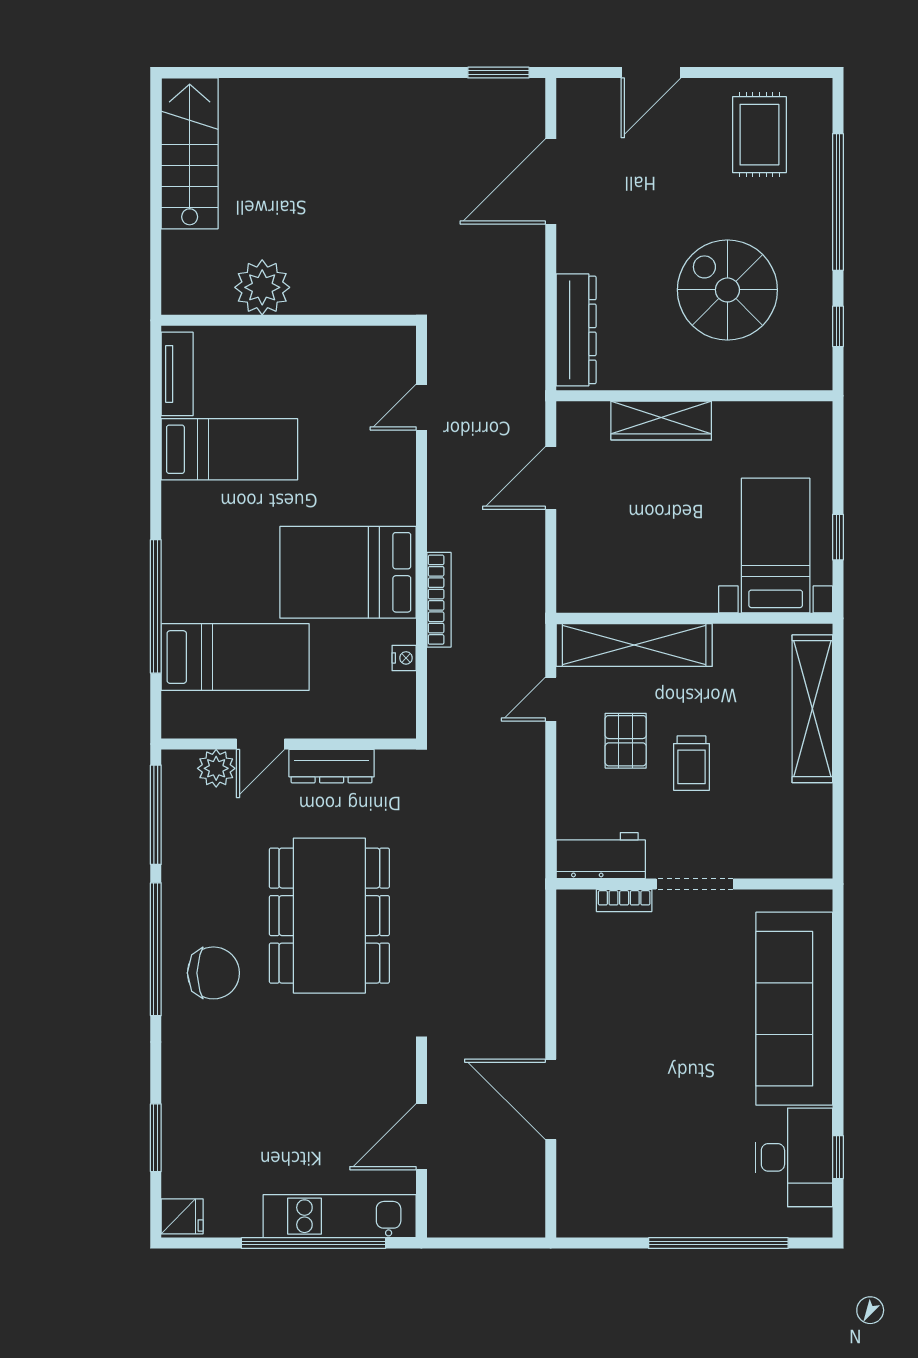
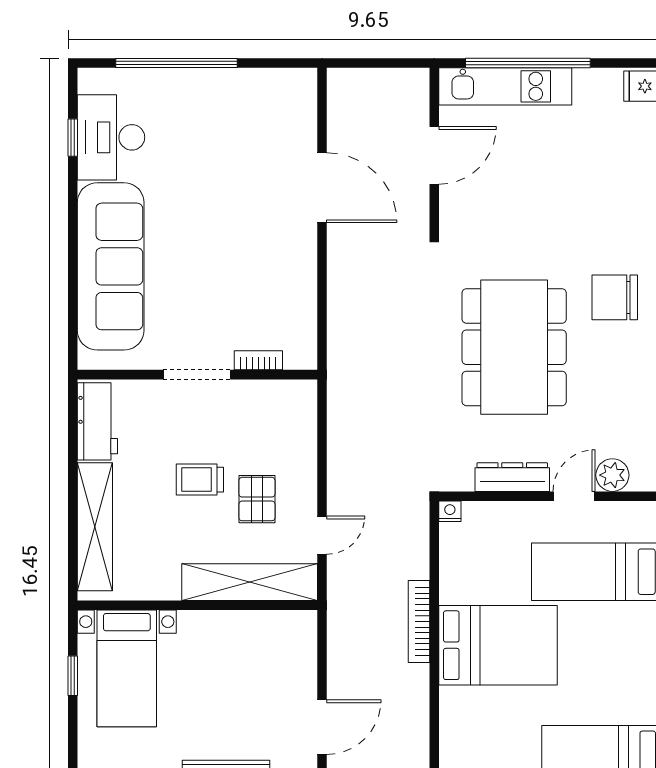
nightstand: (404, 658) -> (450, 511), moved, turned 90
trolley: (691, 763) -> (200, 480), turned -90
workbench: (601, 856) -> (97, 421), moved, turned -90

